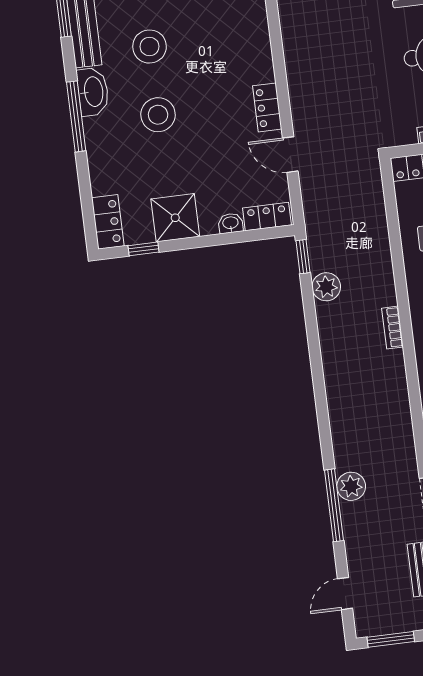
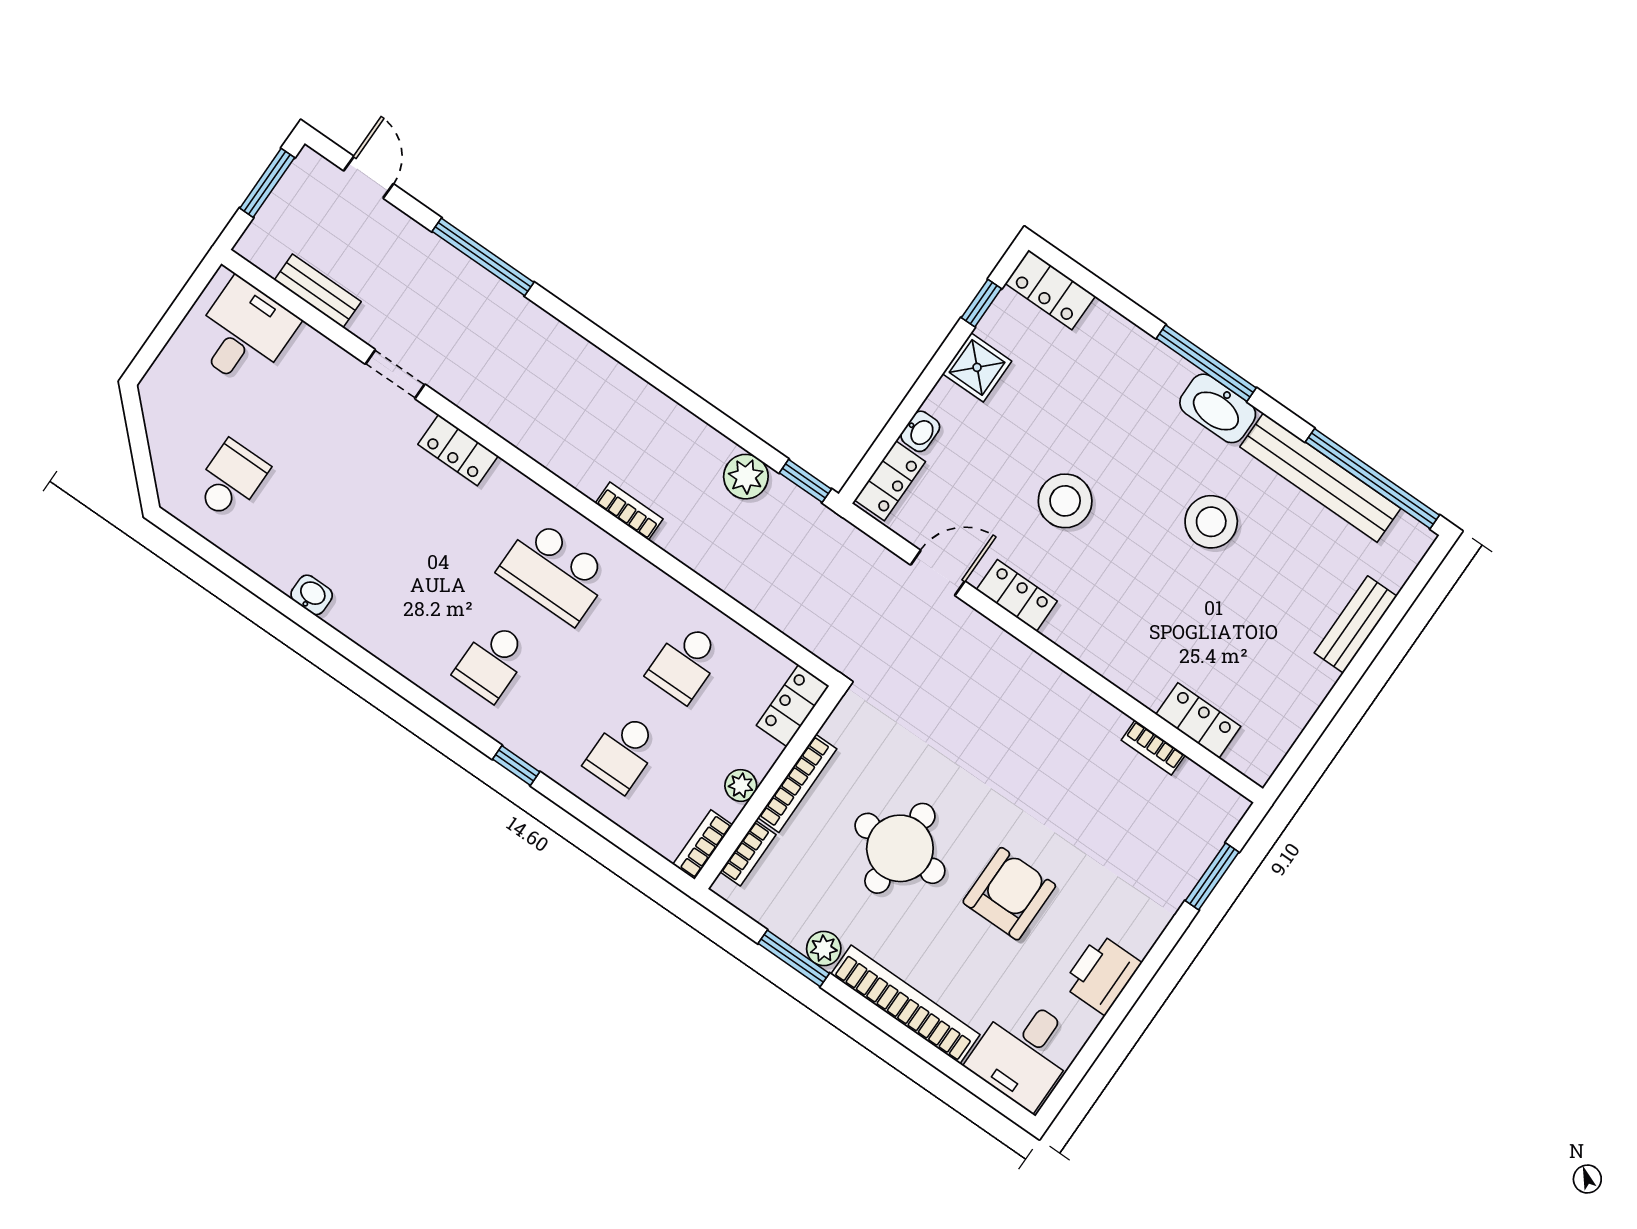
stool: (158, 115) -> (1065, 501), moved
shower: (175, 218) -> (977, 367), width x0.73, depth x0.73
plant: (351, 486) -> (487, 297), removed

